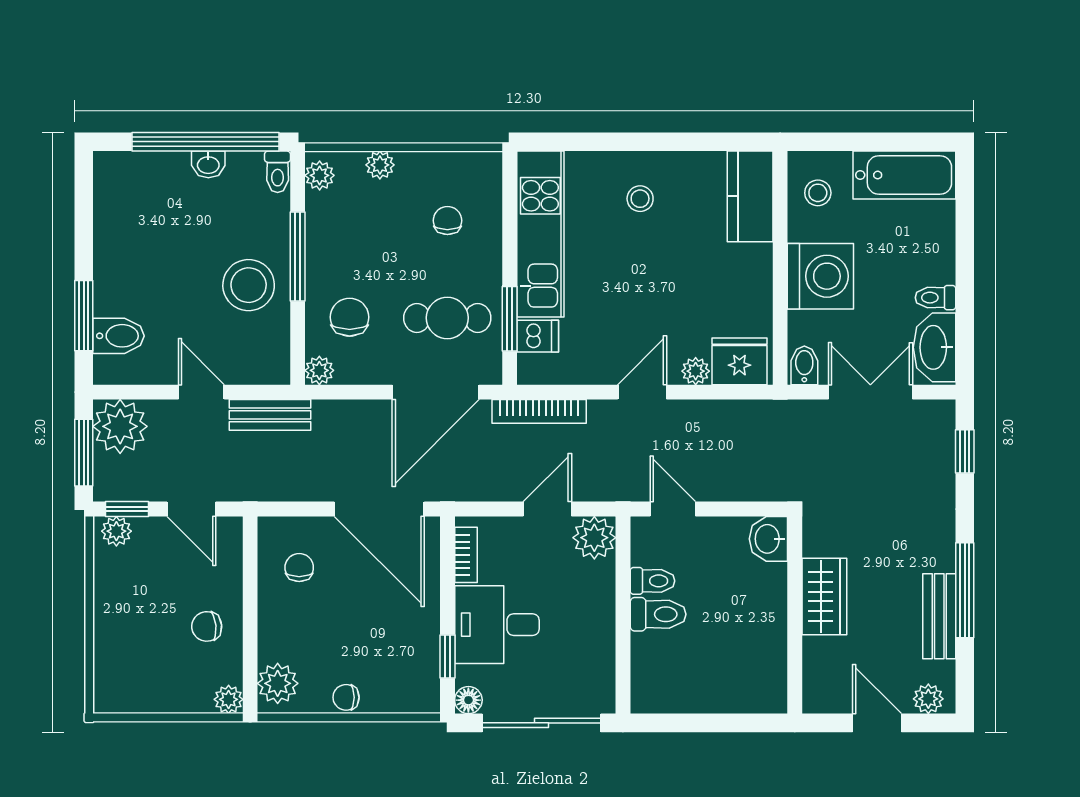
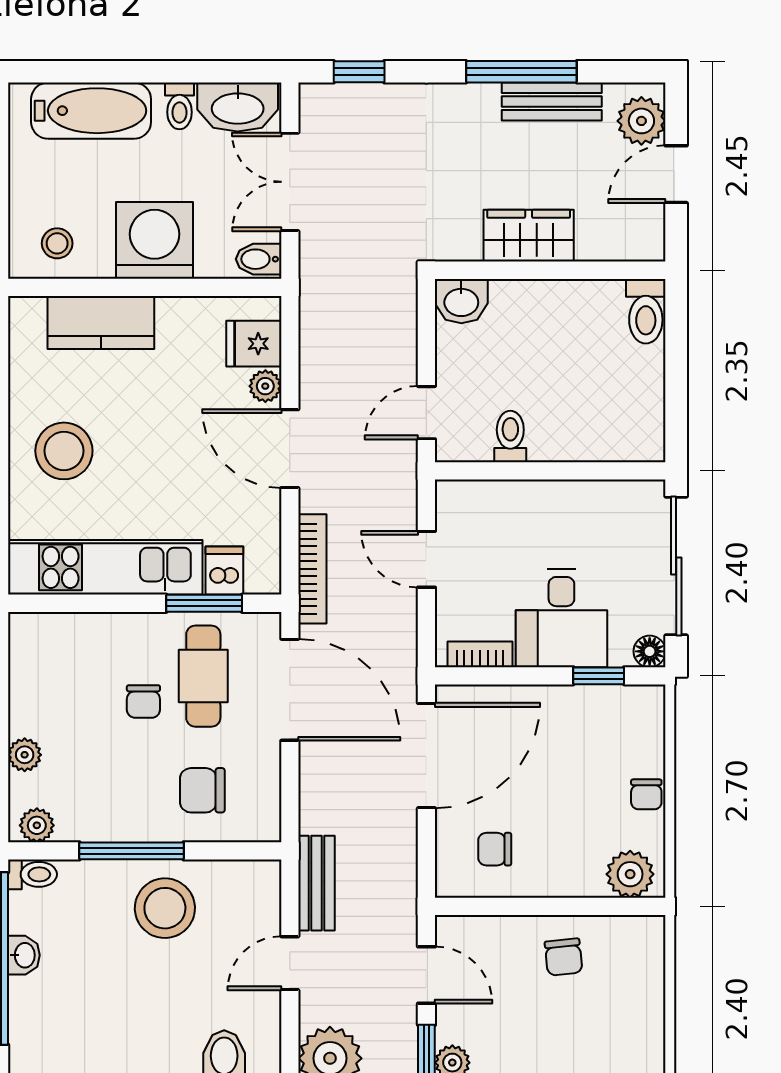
bathtub: (904, 175) -> (91, 111), moved, turned 90
kitchen counter: (750, 196) -> (101, 322), moved
stool: (640, 199) -> (64, 451), width x1.89, depth x1.89
chair: (447, 221) -> (143, 701), moved, turned -90
fridge: (739, 361) -> (254, 344), width x0.72
plant: (319, 370) -> (265, 826), removed
door: (642, 392) -> (290, 449), width x1.38
door: (191, 509) -> (426, 975), hinge flipped
plant: (594, 538) -> (460, 504), removed
toilet: (658, 614) -> (646, 311), moved, turned 180
plant: (229, 699) -> (649, 932), removed
plant: (928, 699) -> (641, 121), width x1.38, depth x1.38

